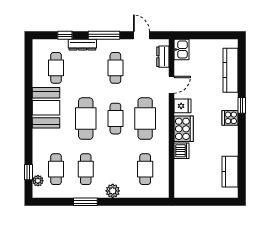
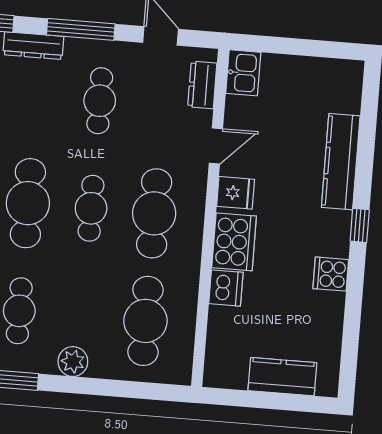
kitchen counter: (230, 70) -> (341, 162), moved
window: (242, 105) -> (360, 225), moved
cooker: (230, 118) -> (331, 274), moved
cafe table: (145, 169) -> (145, 321), width x1.37, depth x1.35
kitchen counter: (230, 172) -> (282, 377), moved, turned 90

